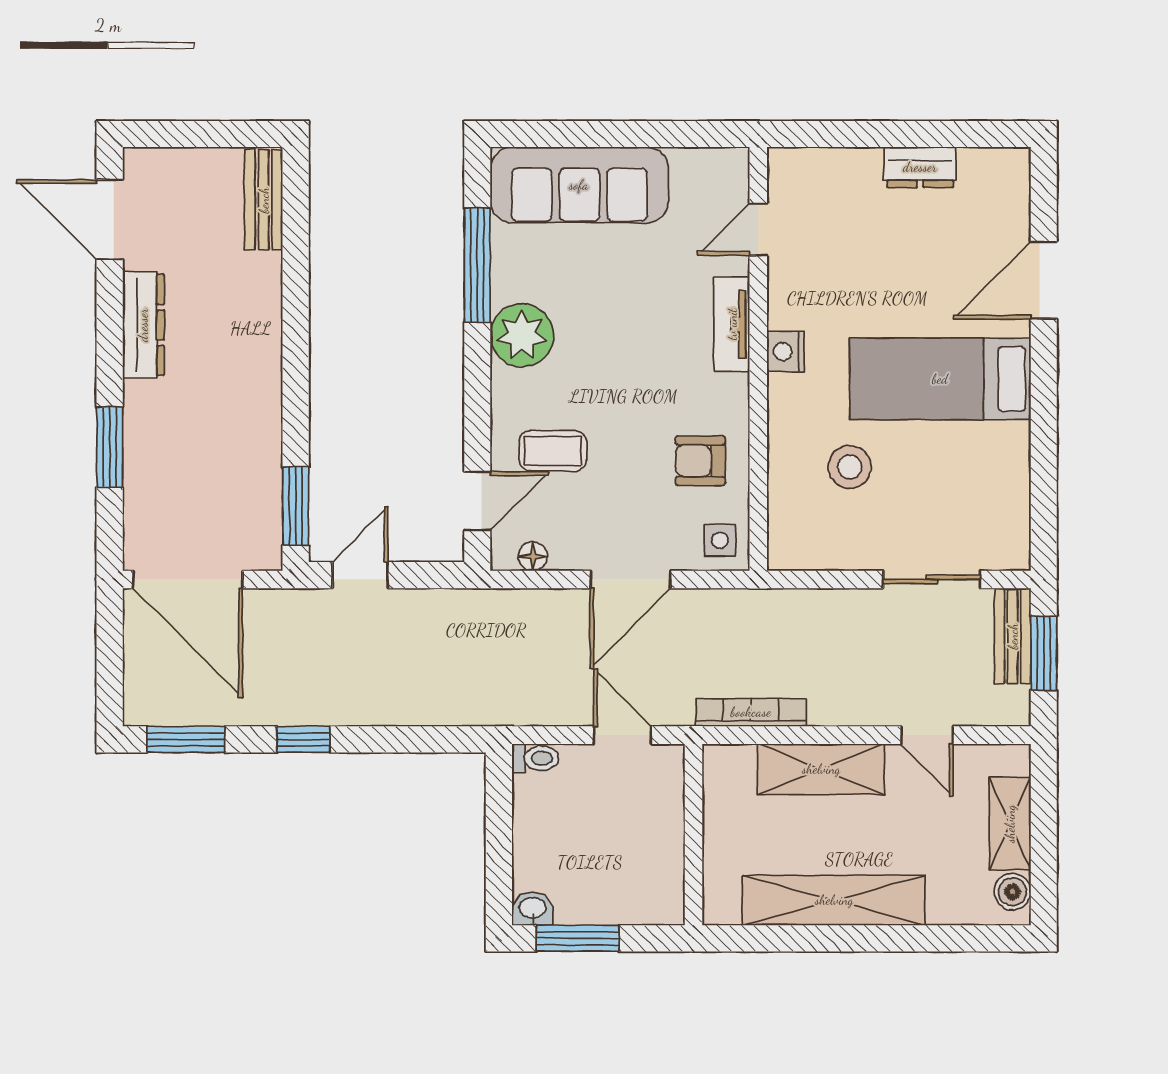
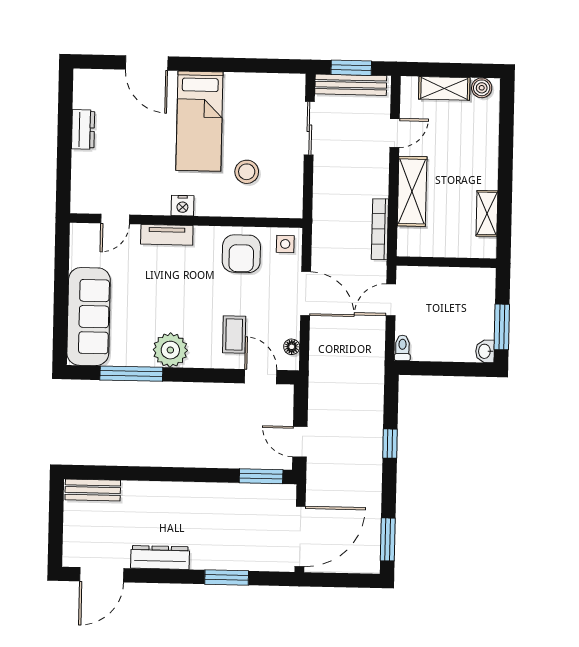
door: (758, 229) -> (115, 219), hinge flipped
armchair: (700, 461) -> (241, 254), width x1.38, depth x1.38
bench: (1013, 636) -> (351, 85), width x1.36
window: (303, 739) -> (390, 444), moved
shelving: (834, 900) -> (487, 213), width x0.45, depth x0.75

